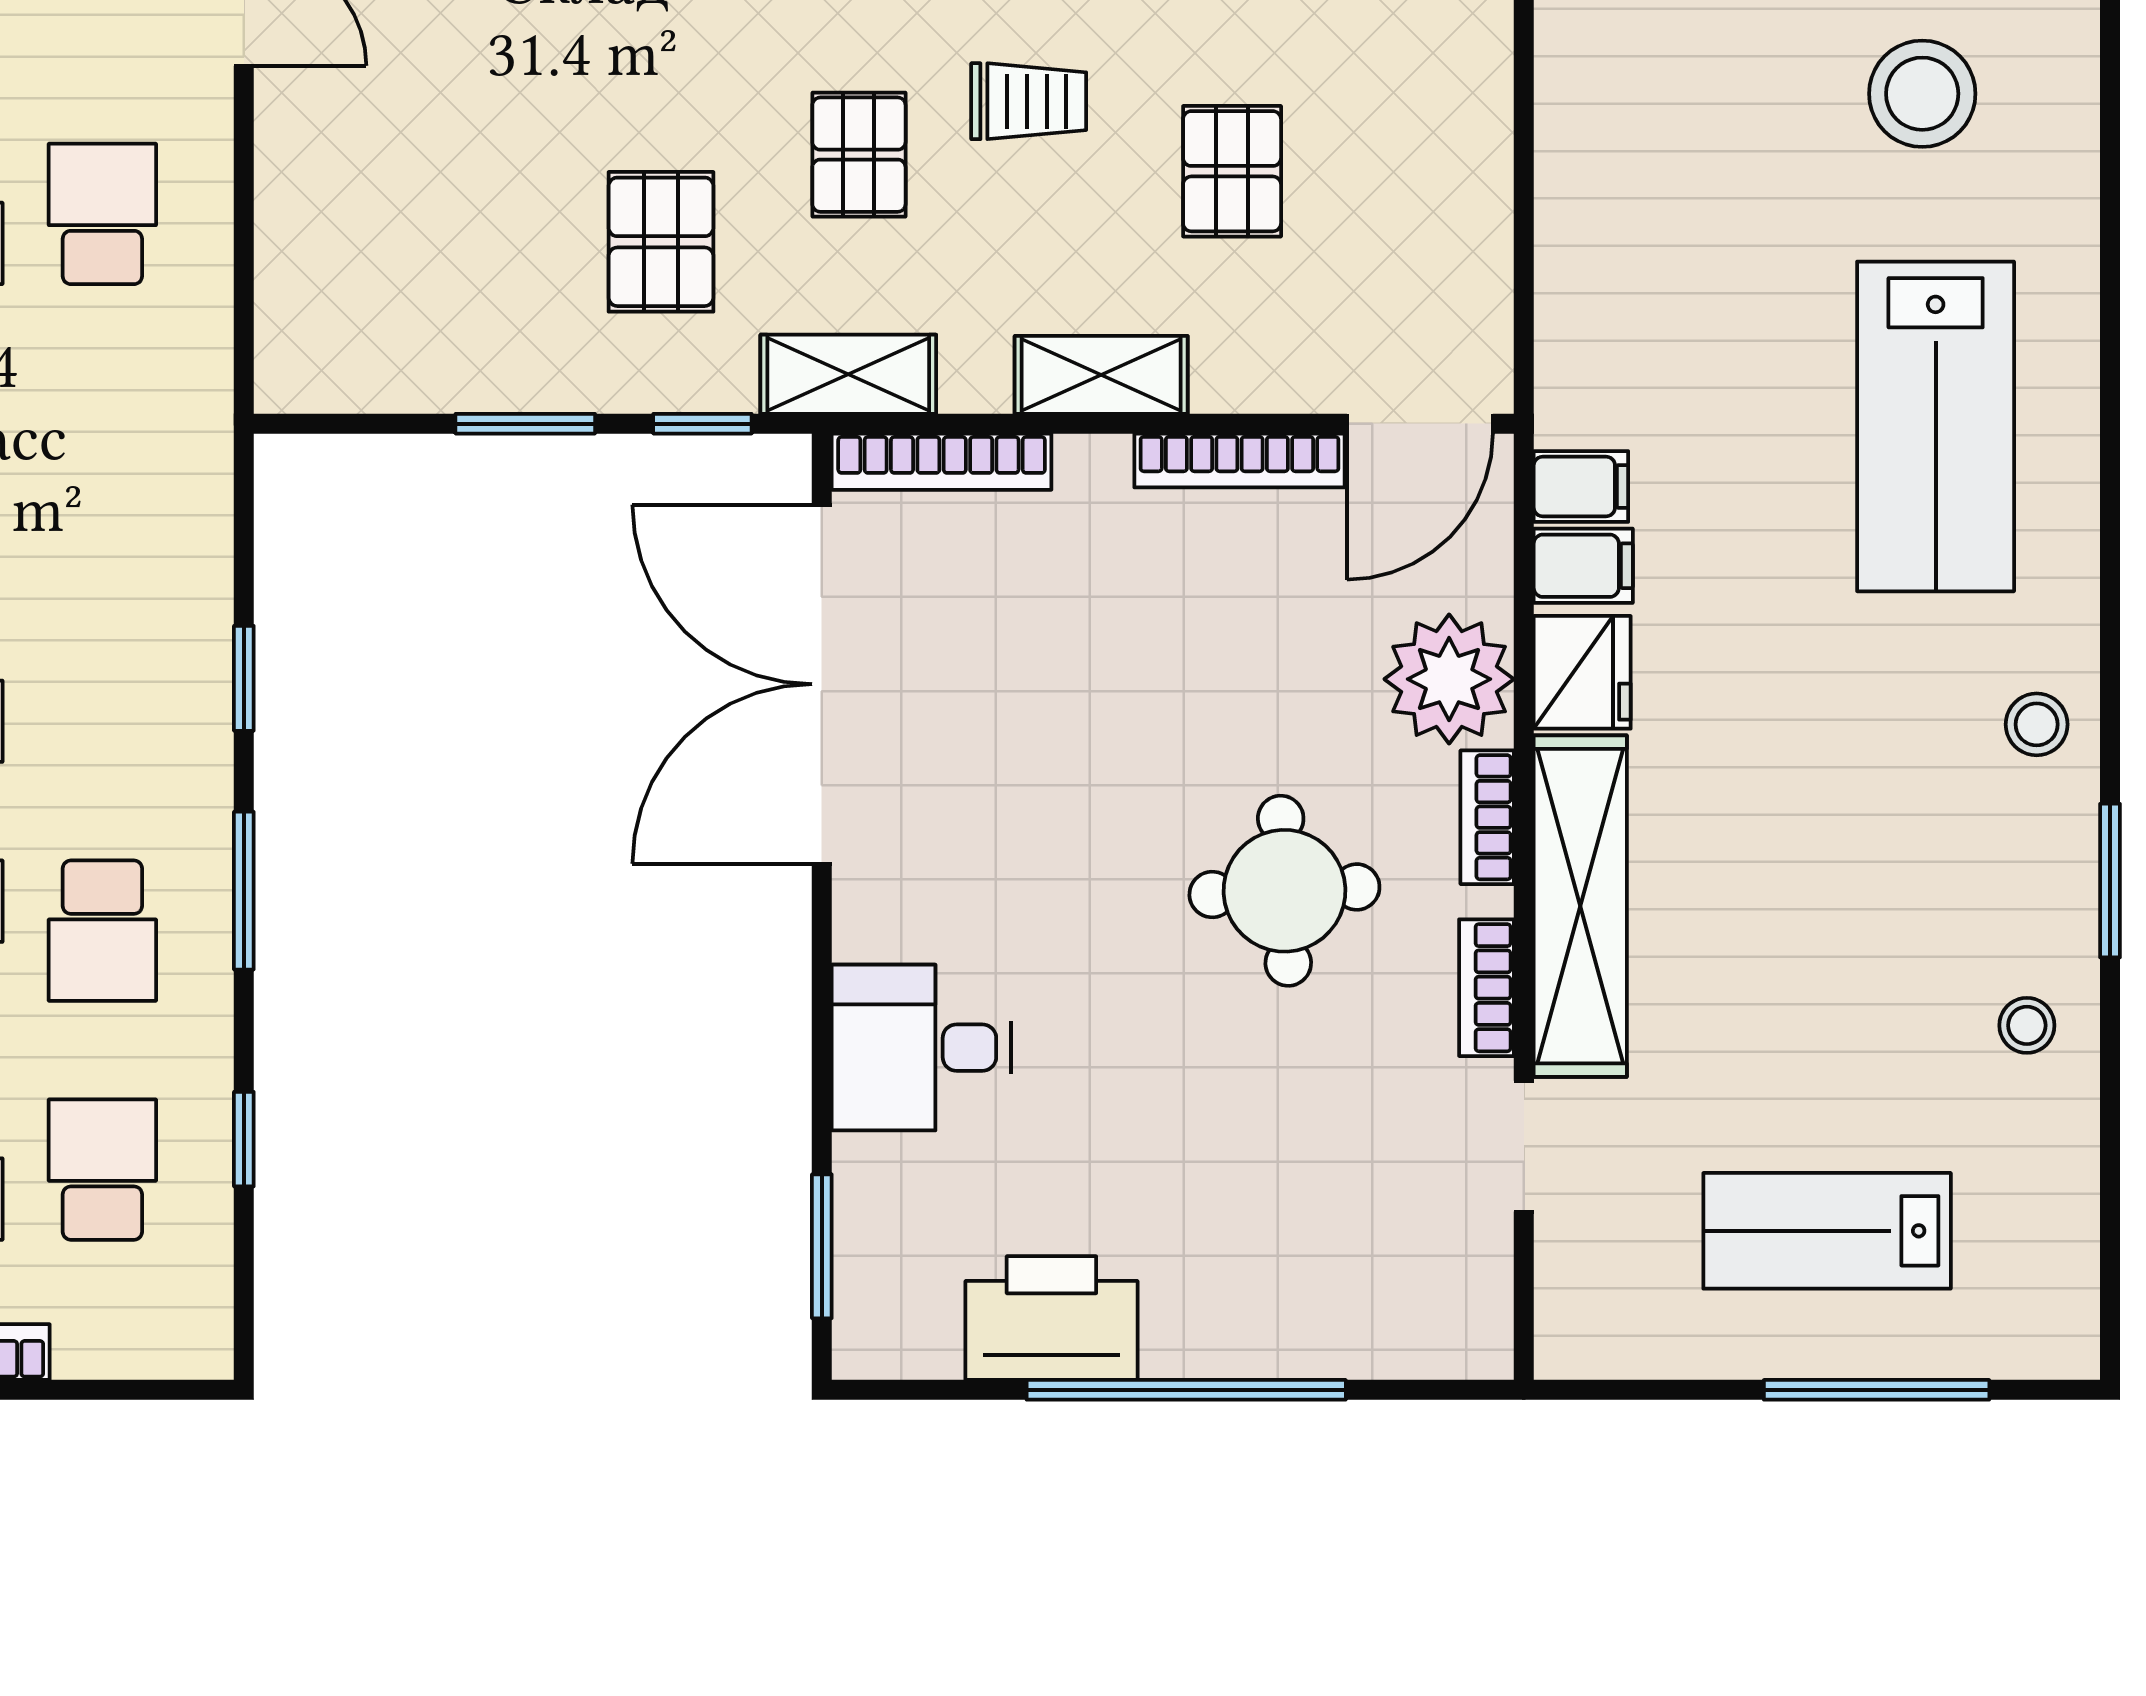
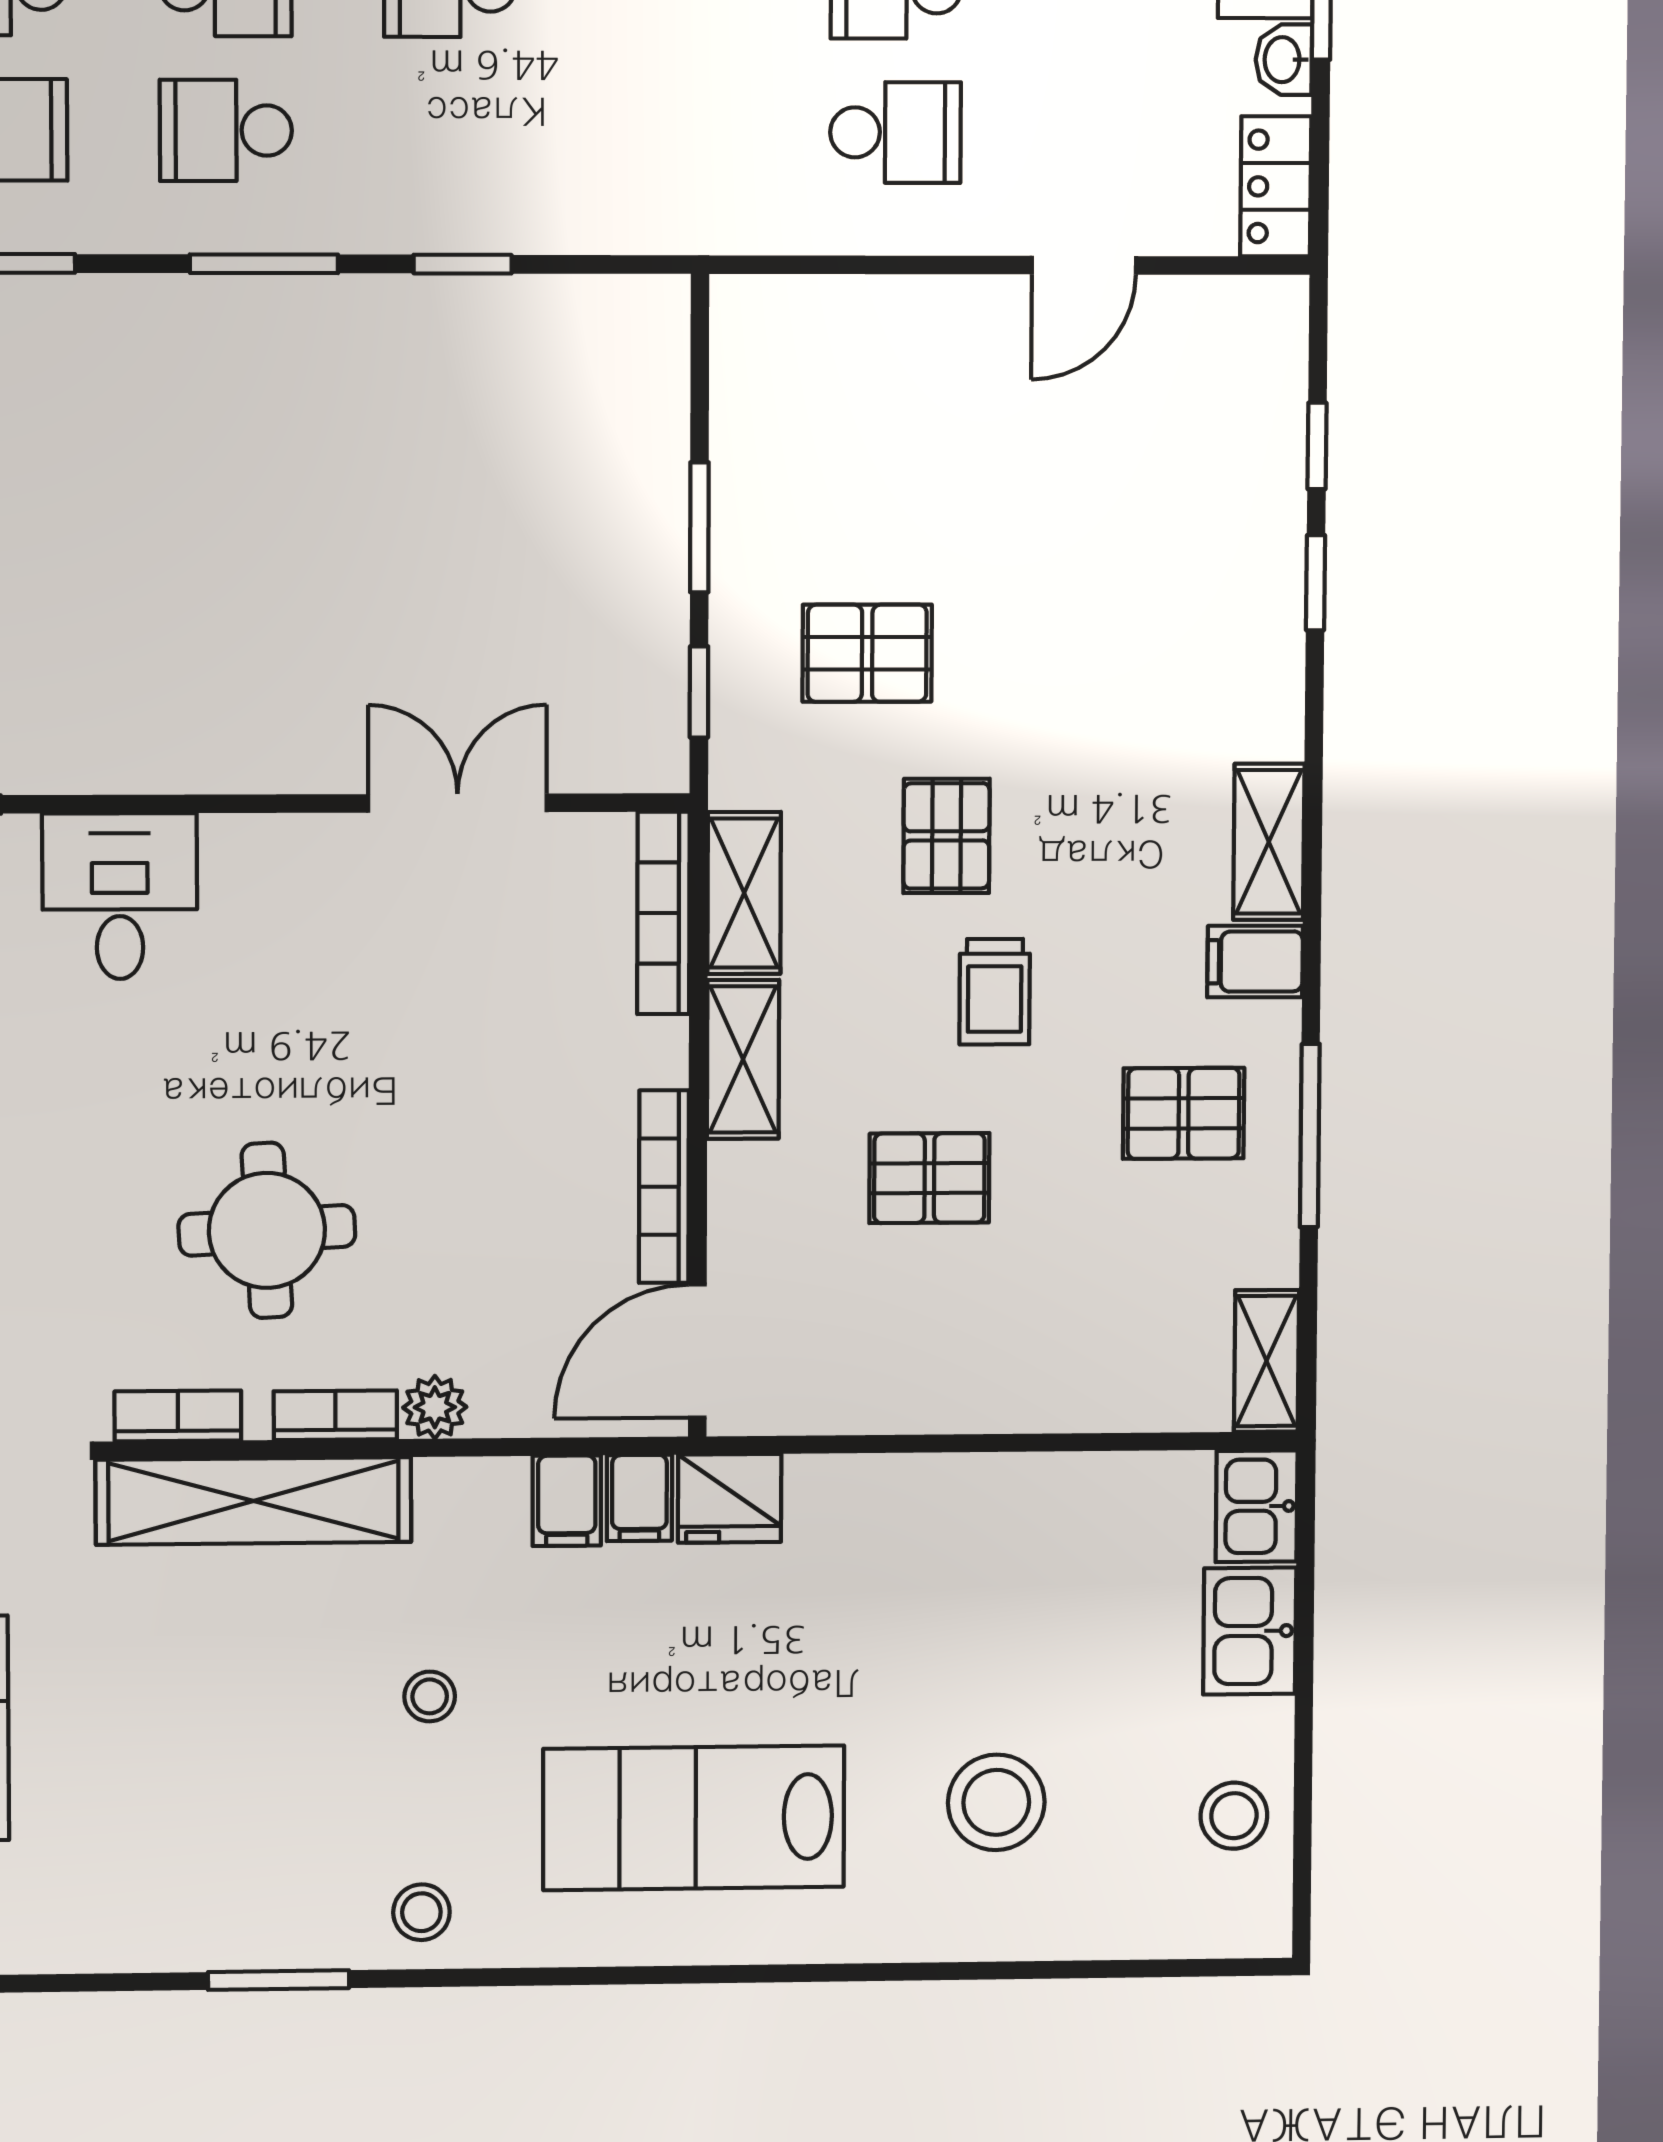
pallet: (859, 155) -> (946, 836), turned 90
shelving: (848, 374) -> (744, 893), moved
door: (1420, 424) -> (697, 1351), hinge flipped
fridge: (1582, 672) -> (730, 1498), moved
plant: (1449, 679) -> (435, 1407), width x0.53, depth x0.53
double door: (822, 684) -> (458, 803), width x0.54
stool: (2027, 1025) -> (430, 1696), moved

